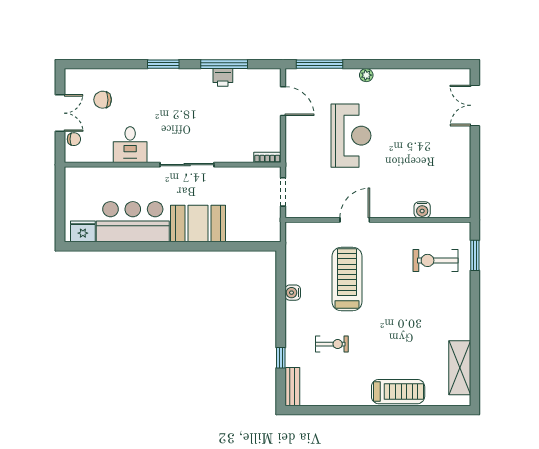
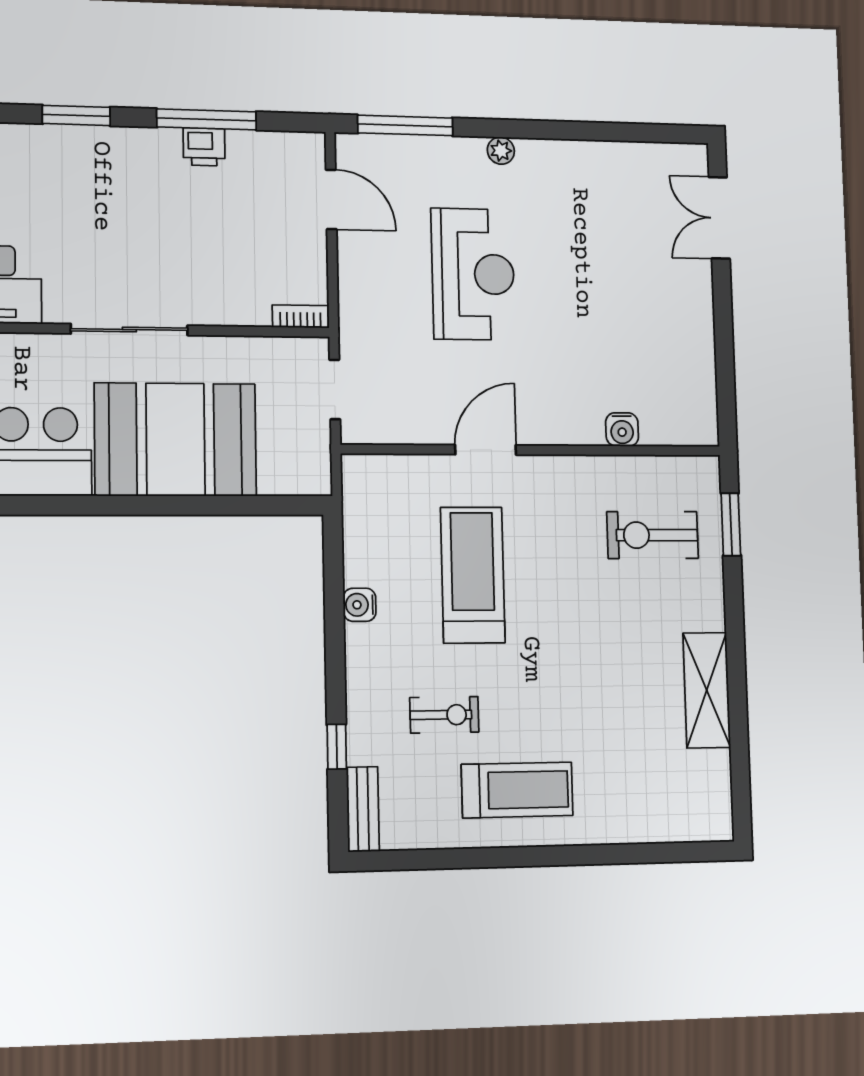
booth: (198, 224) -> (176, 440), width x1.36, depth x1.42
shelving: (460, 368) -> (707, 690), moved
treadmill: (398, 392) -> (517, 790), moved

